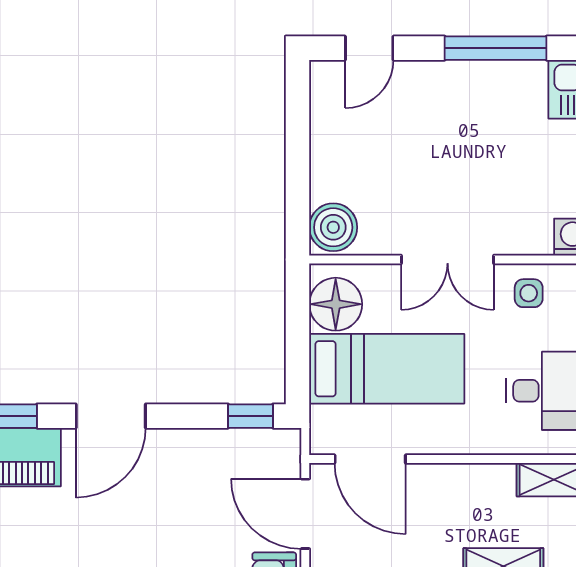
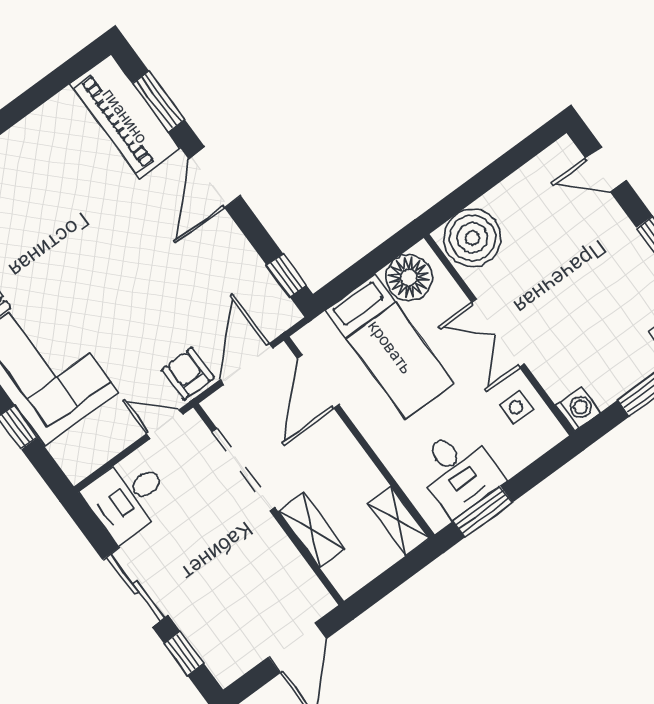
boiler: (333, 227) -> (472, 238), width x1.37, depth x1.37
door: (111, 416) -> (215, 177), hinge flipped

